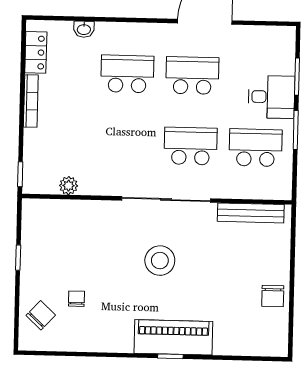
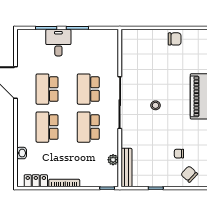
school desk: (256, 148) -> (88, 127), moved
bench: (251, 213) -> (126, 168), moved
stool: (160, 261) -> (156, 105), width x0.53, depth x0.53

